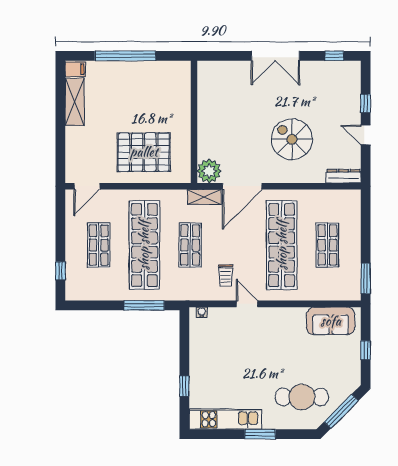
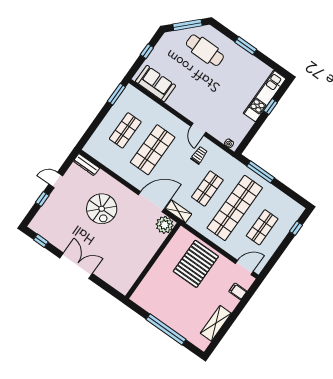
filing cabinet: (75, 69) -> (238, 291), moved
door: (366, 135) -> (56, 180), swing flipped
pallet: (144, 152) -> (196, 264), turned 90
shop shelf: (282, 245) -> (153, 150), width x0.71
kitchen unit: (225, 419) -> (265, 96), moved, turned 90

